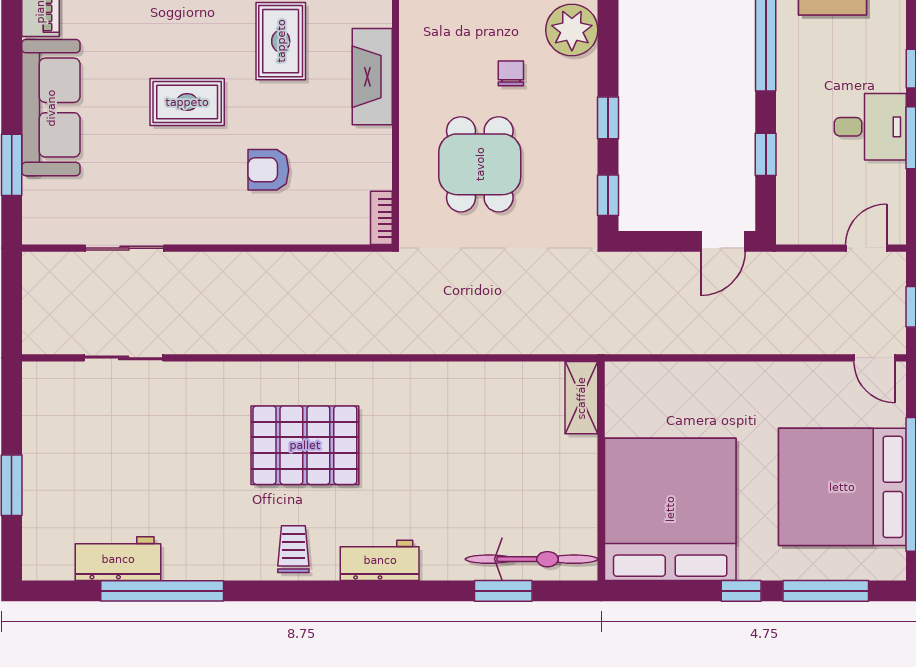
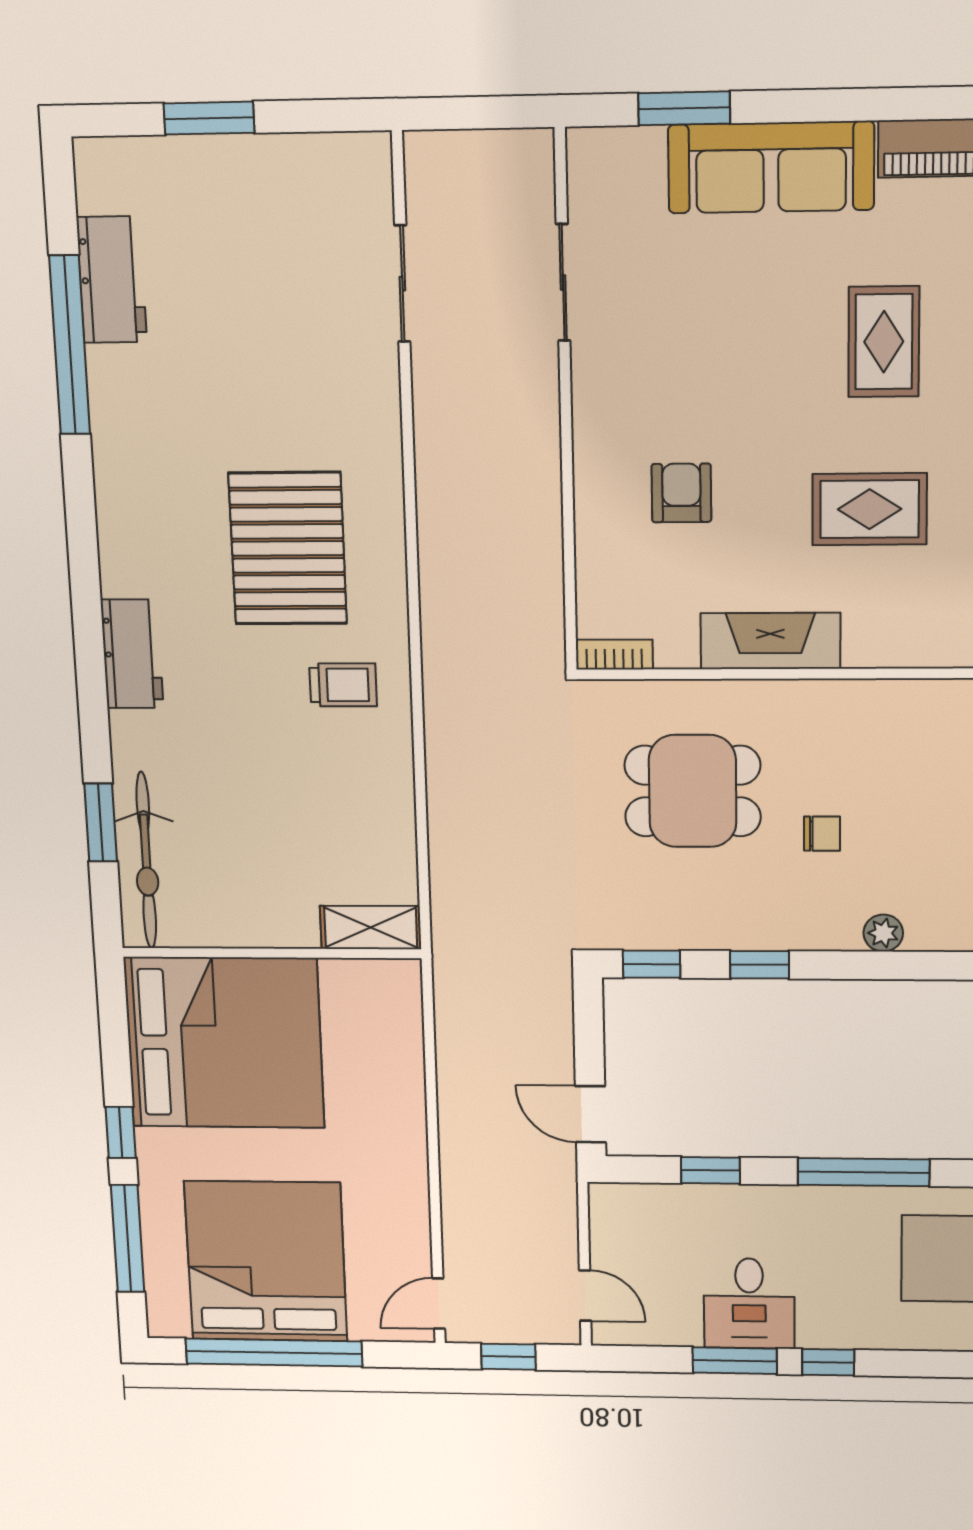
plant: (572, 30) -> (883, 933), width x0.53, depth x0.53
fireplace: (372, 77) -> (770, 641), moved
rug: (187, 102) -> (884, 342), moved
trolley: (293, 549) -> (343, 685), moved

